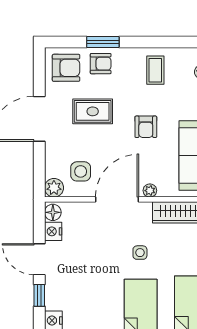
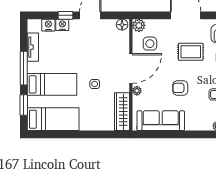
rug: (93, 111) -> (191, 52), turned 90
door: (117, 199) -> (131, 68), hinge flipped
nightstand: (53, 231) -> (62, 25), moved

